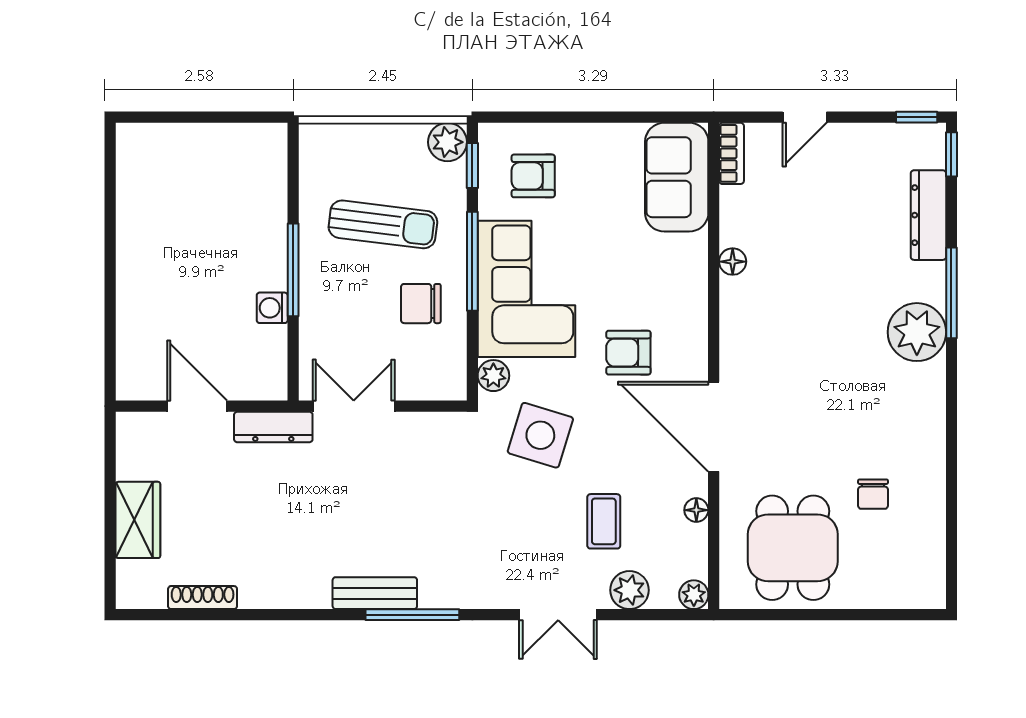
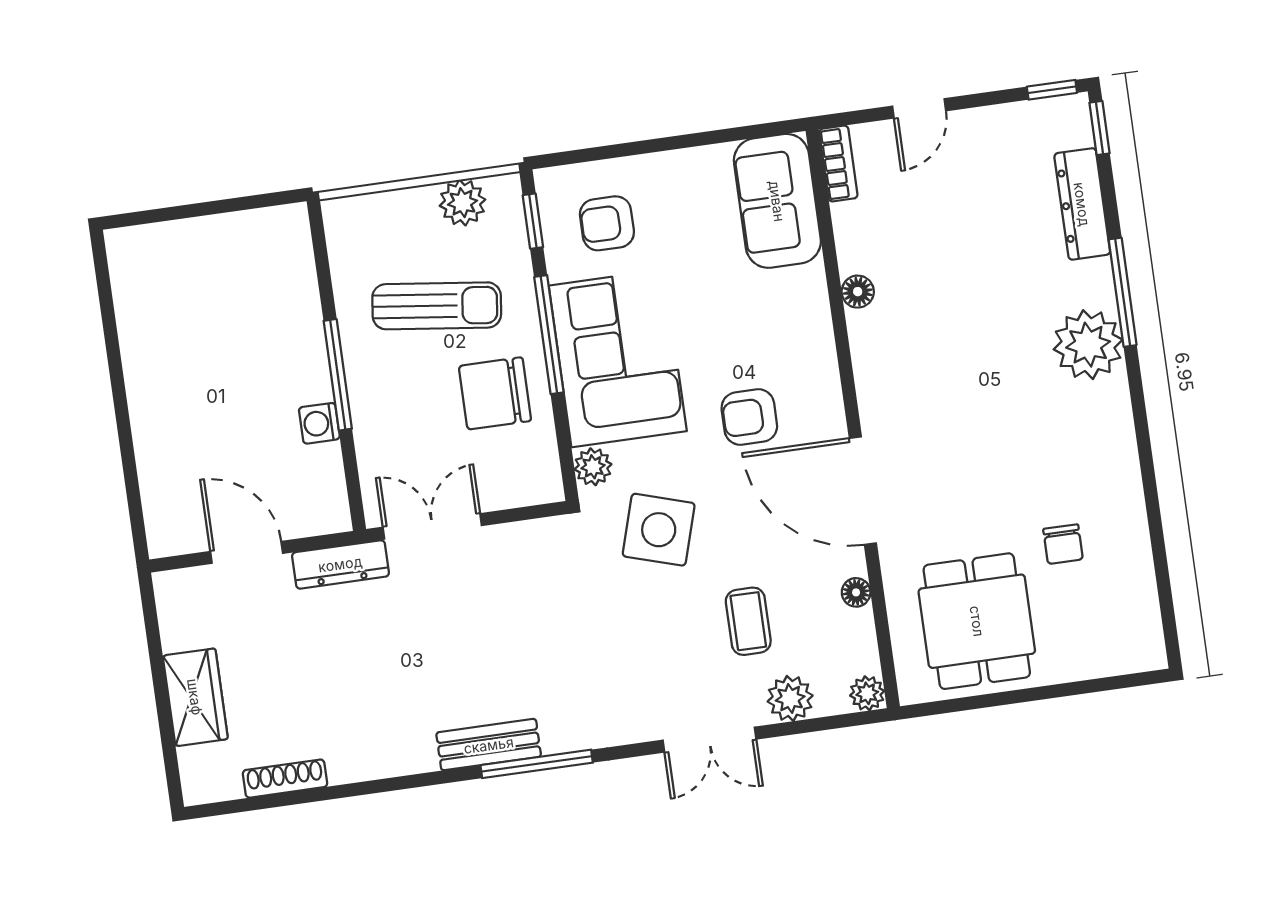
plant: (447, 142) -> (463, 203), moved
chair: (421, 304) -> (495, 393), width x1.37, depth x1.37

